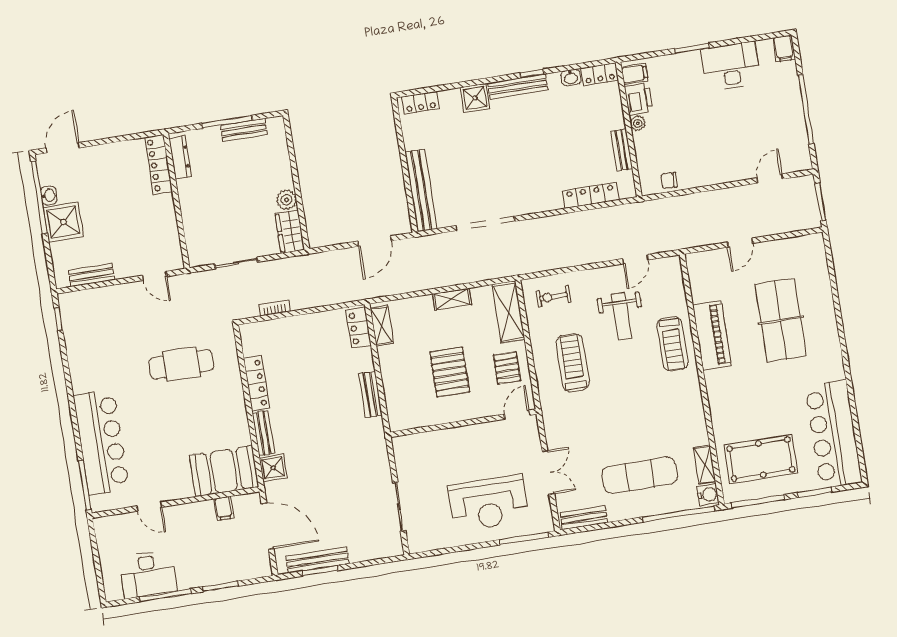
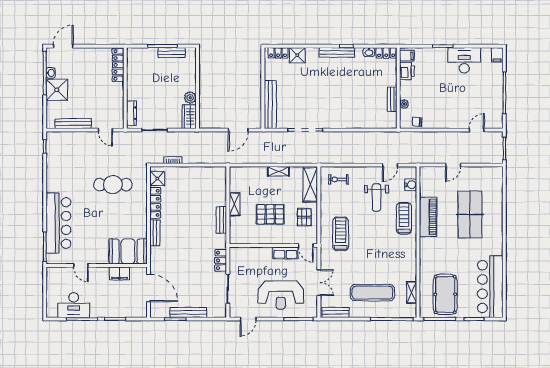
shower: (475, 98) -> (297, 55), moved
plant: (638, 123) -> (404, 104), moved
dresser: (180, 158) -> (132, 113), moved
locker: (590, 195) -> (370, 123), removed
bench: (91, 275) -> (73, 124), width x1.36
shelving: (382, 326) -> (234, 204), moved
locker: (359, 328) -> (221, 260), moved
treadmill: (672, 344) -> (404, 218), turned 180
treadmill: (572, 363) -> (341, 234), moved
pallet: (450, 372) -> (270, 214), turned 90
door: (517, 415) -> (306, 246), swing flipped
row of seats: (485, 432) -> (285, 253), added
pool table: (761, 459) -> (445, 294), turned 90
shower: (273, 468) -> (157, 179), moved
water cooler: (708, 495) -> (411, 185), moved
filing cabinet: (224, 508) -> (119, 273), width x2.00
door: (441, 552) -> (248, 319), added
bench: (317, 560) -> (188, 313), moved

